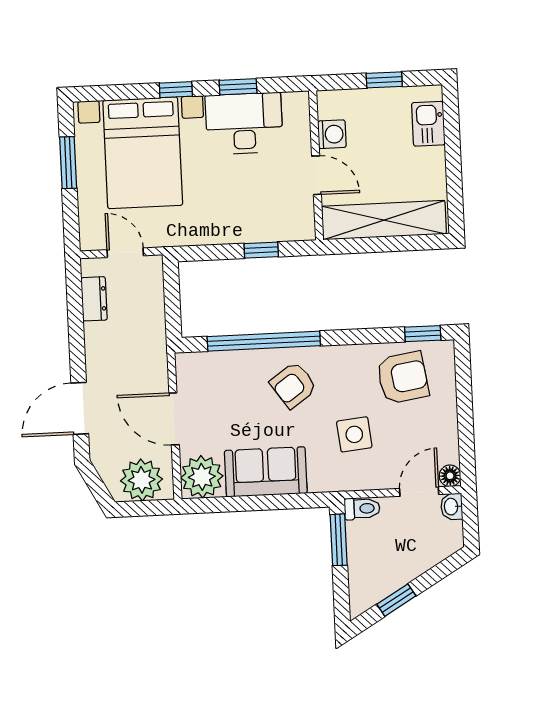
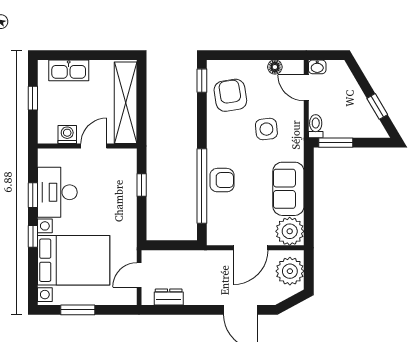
kitchen sink: (428, 124) -> (69, 70), width x1.38
armchair: (293, 385) -> (222, 180), moved, turned -55
floor lamp: (450, 476) -> (275, 67), moved

